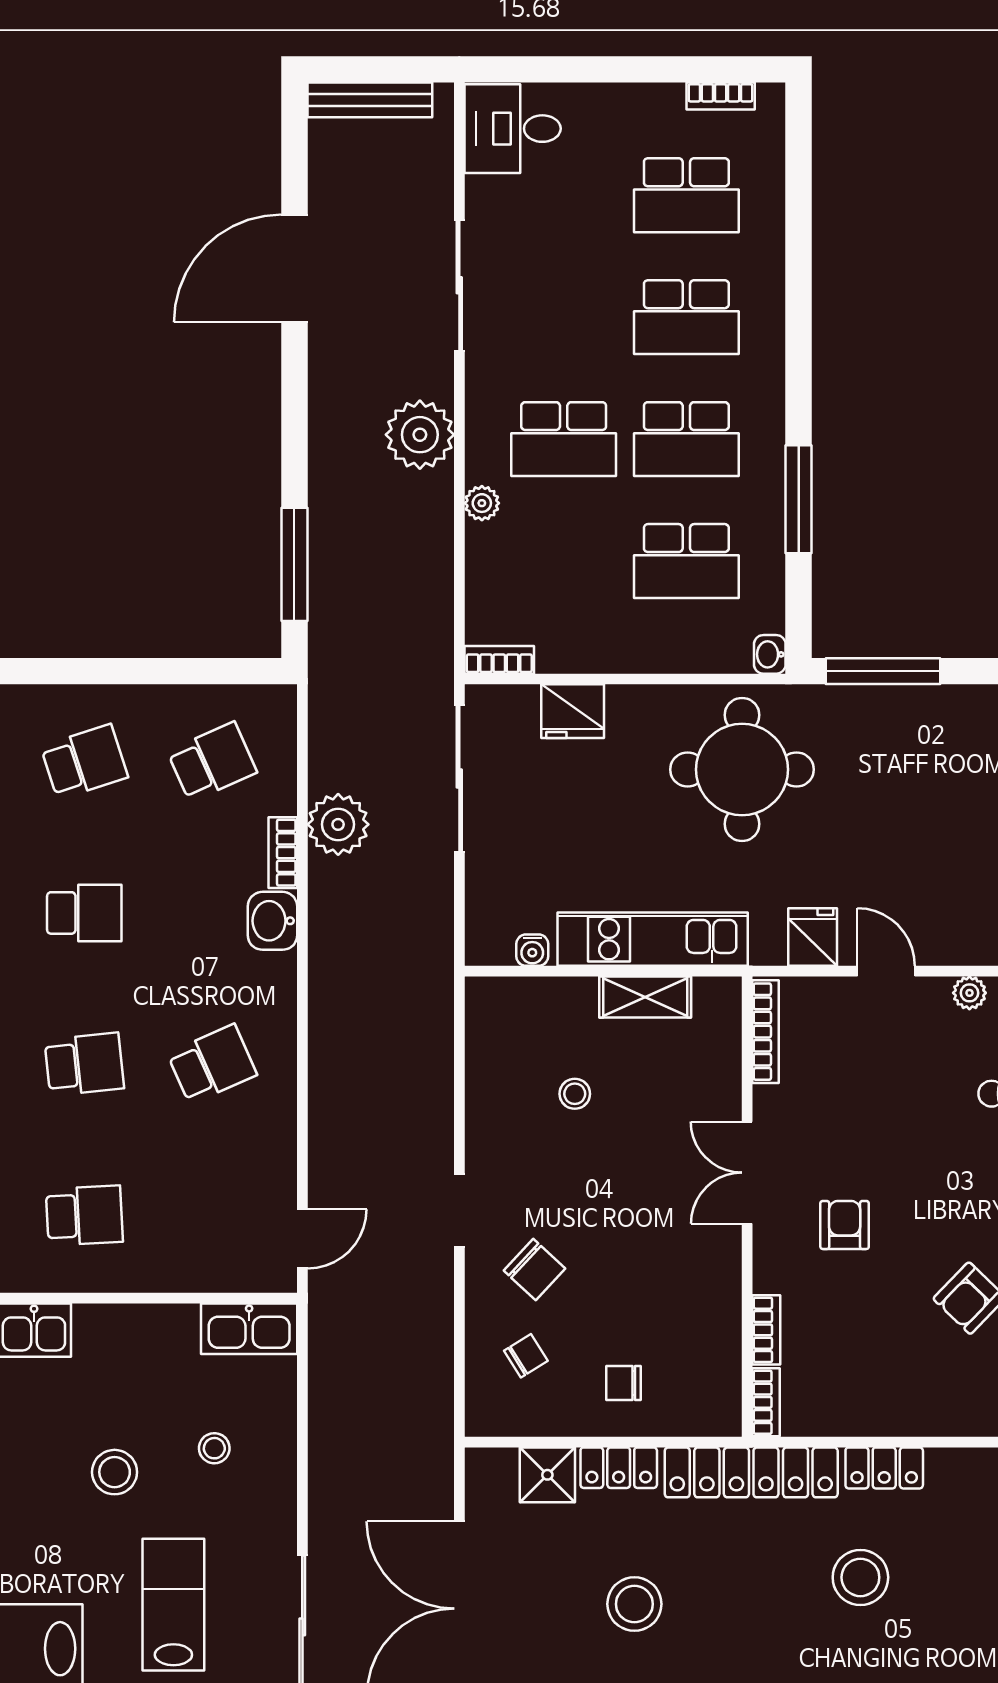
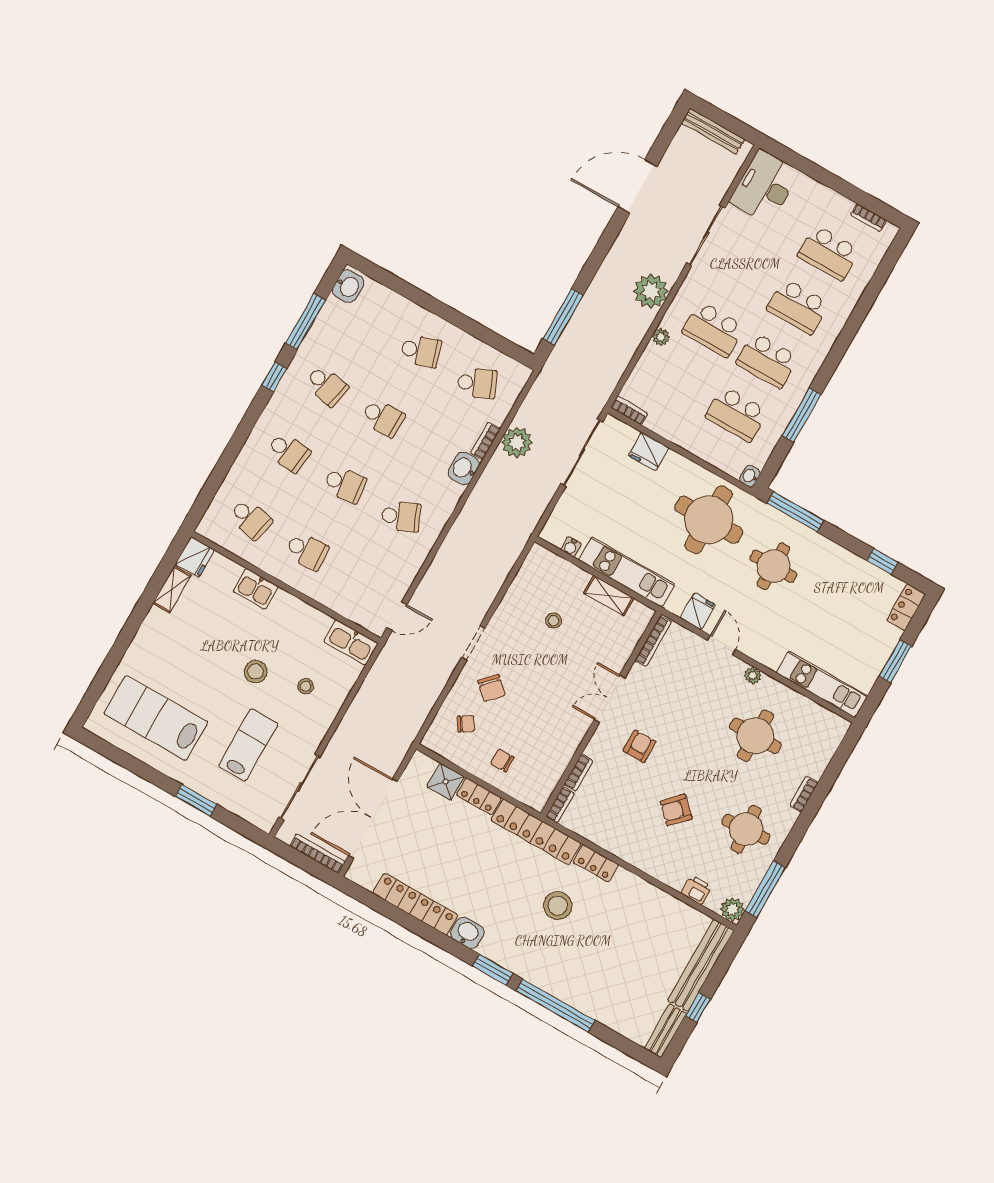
desk: (513, 129) -> (765, 187), width x1.37
round table: (898, 786) -> (773, 566), added
stool: (634, 1604) -> (451, 860), removed

